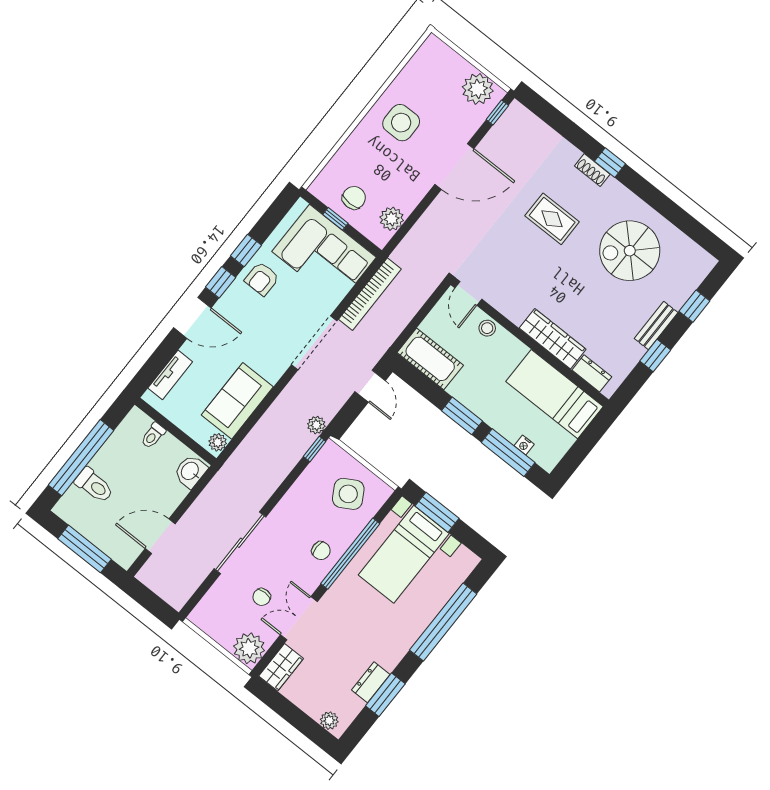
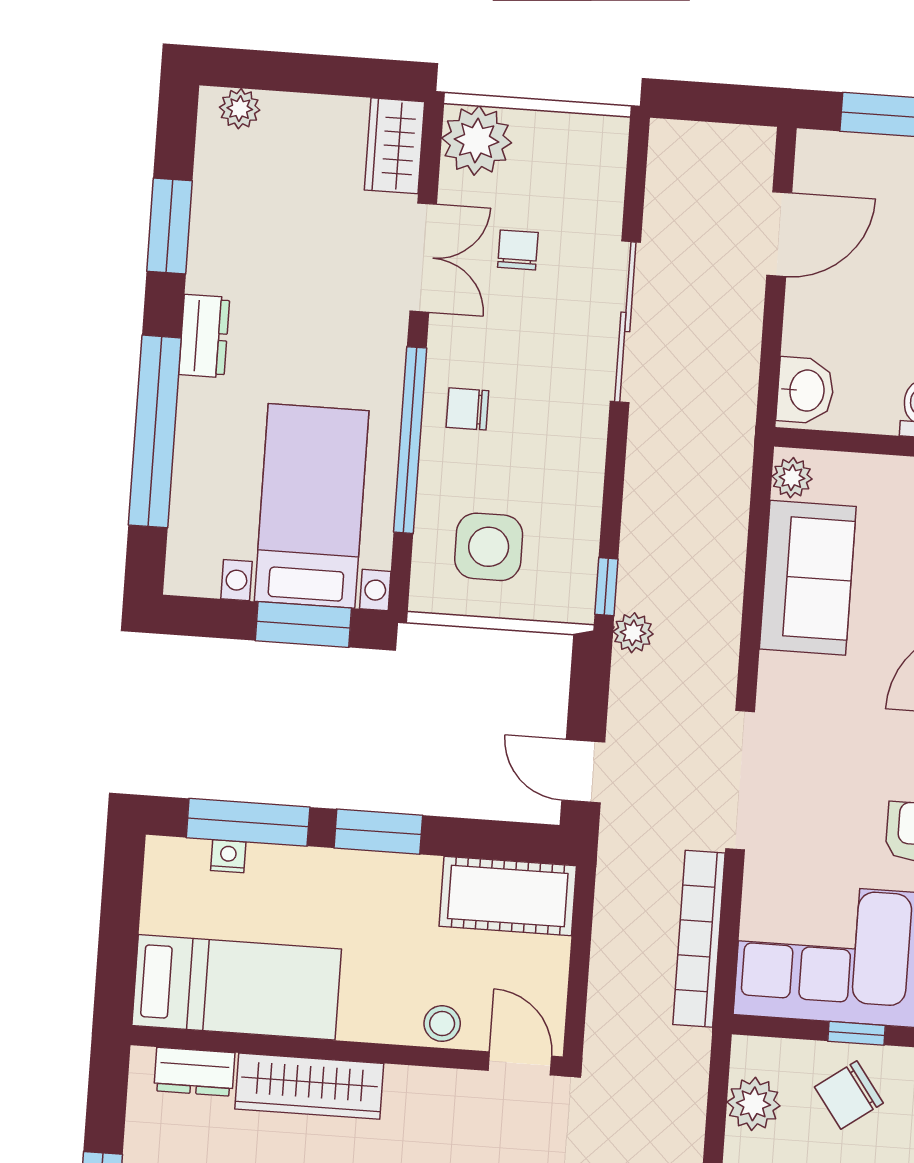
chair: (354, 198) -> (849, 1095), turned 54
side table: (348, 494) -> (489, 547), turned 30
dresser: (371, 682) -> (204, 336), moved

